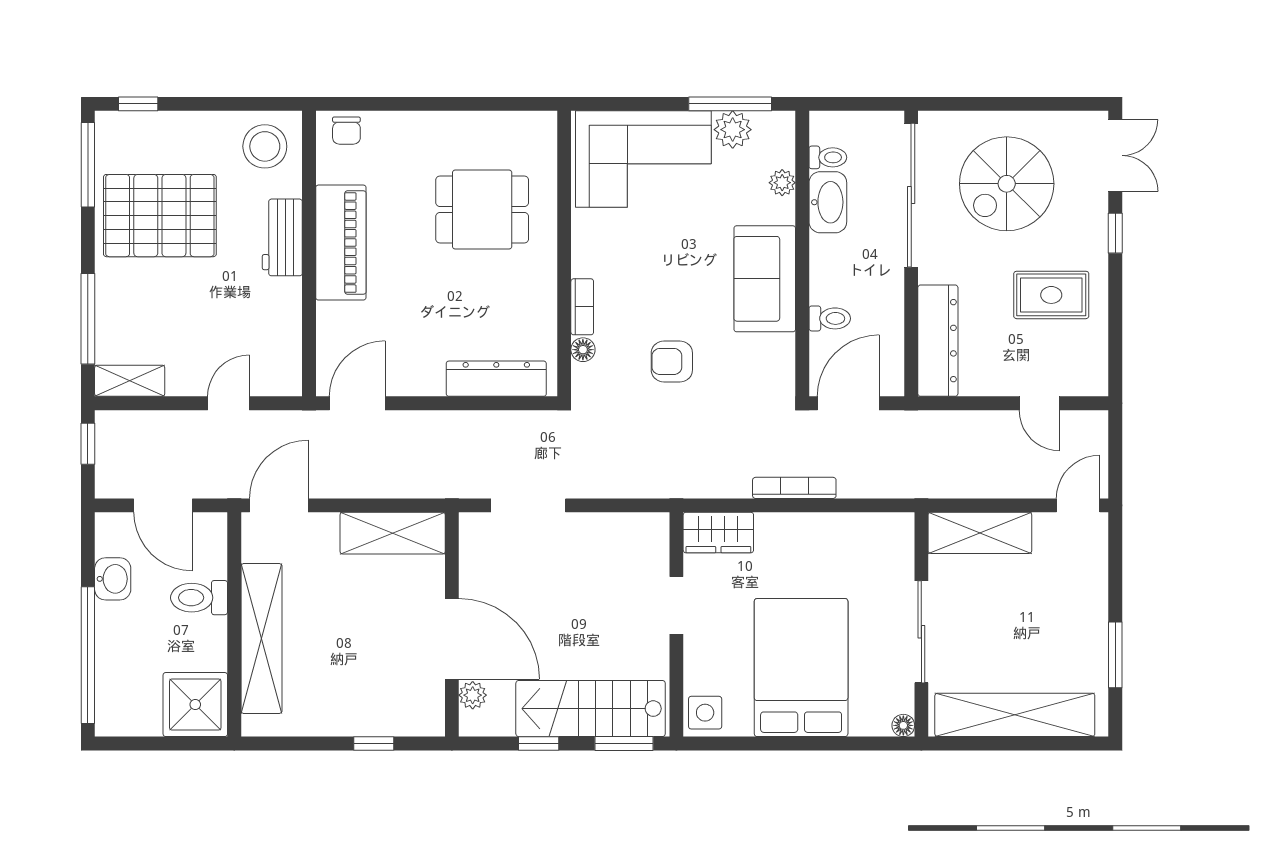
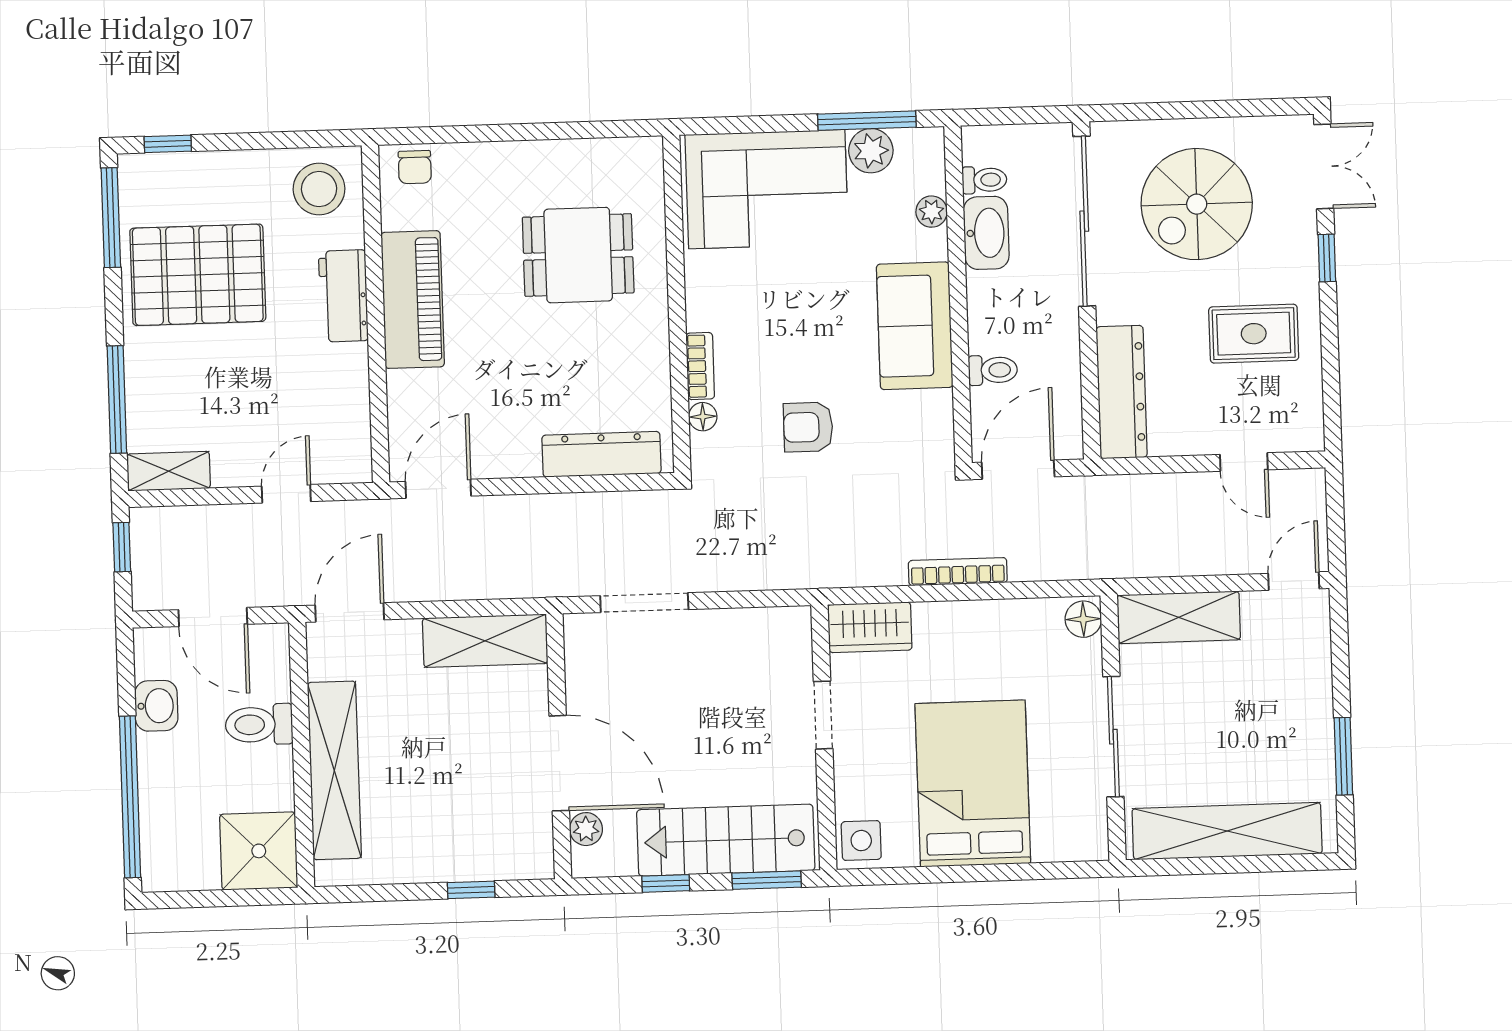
floor lamp: (903, 725) -> (1083, 619), moved, width x1.37, depth x1.37

